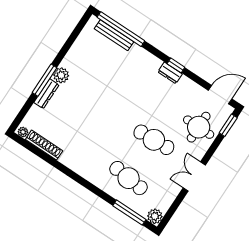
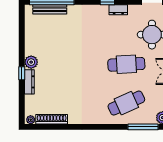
dresser: (170, 73) -> (118, 10), moved
window: (45, 80) -> (22, 73), width x0.46
cafe table: (129, 178) -> (126, 103), turned -30

